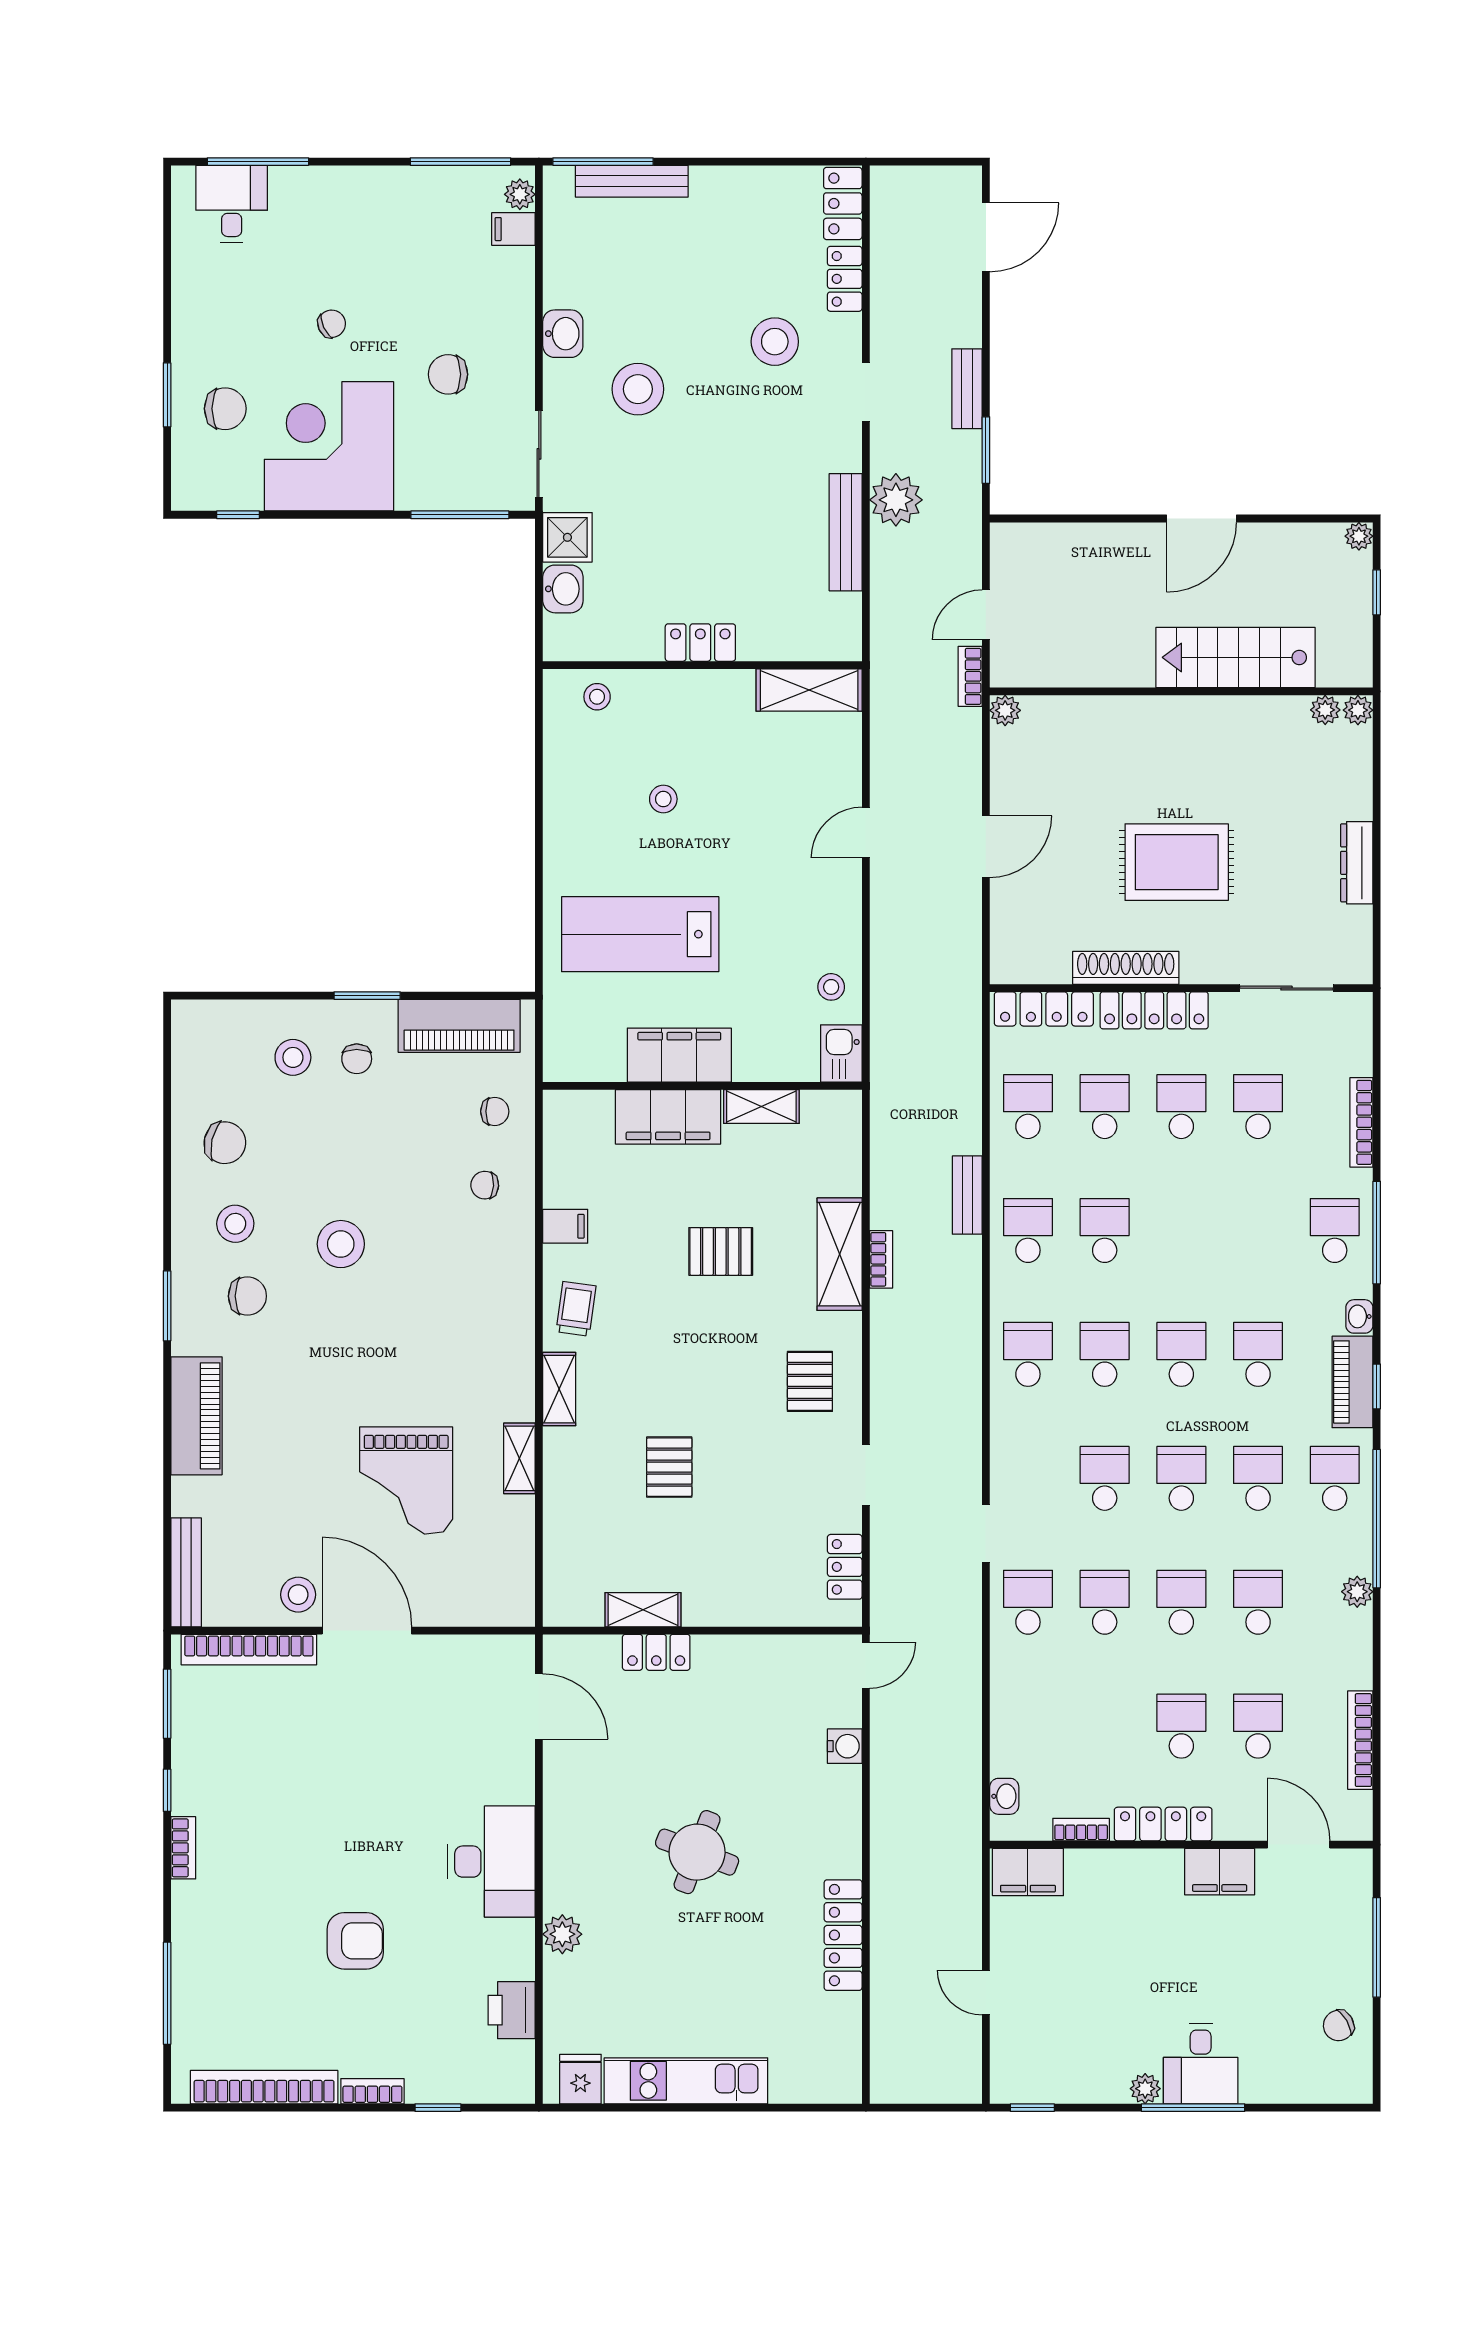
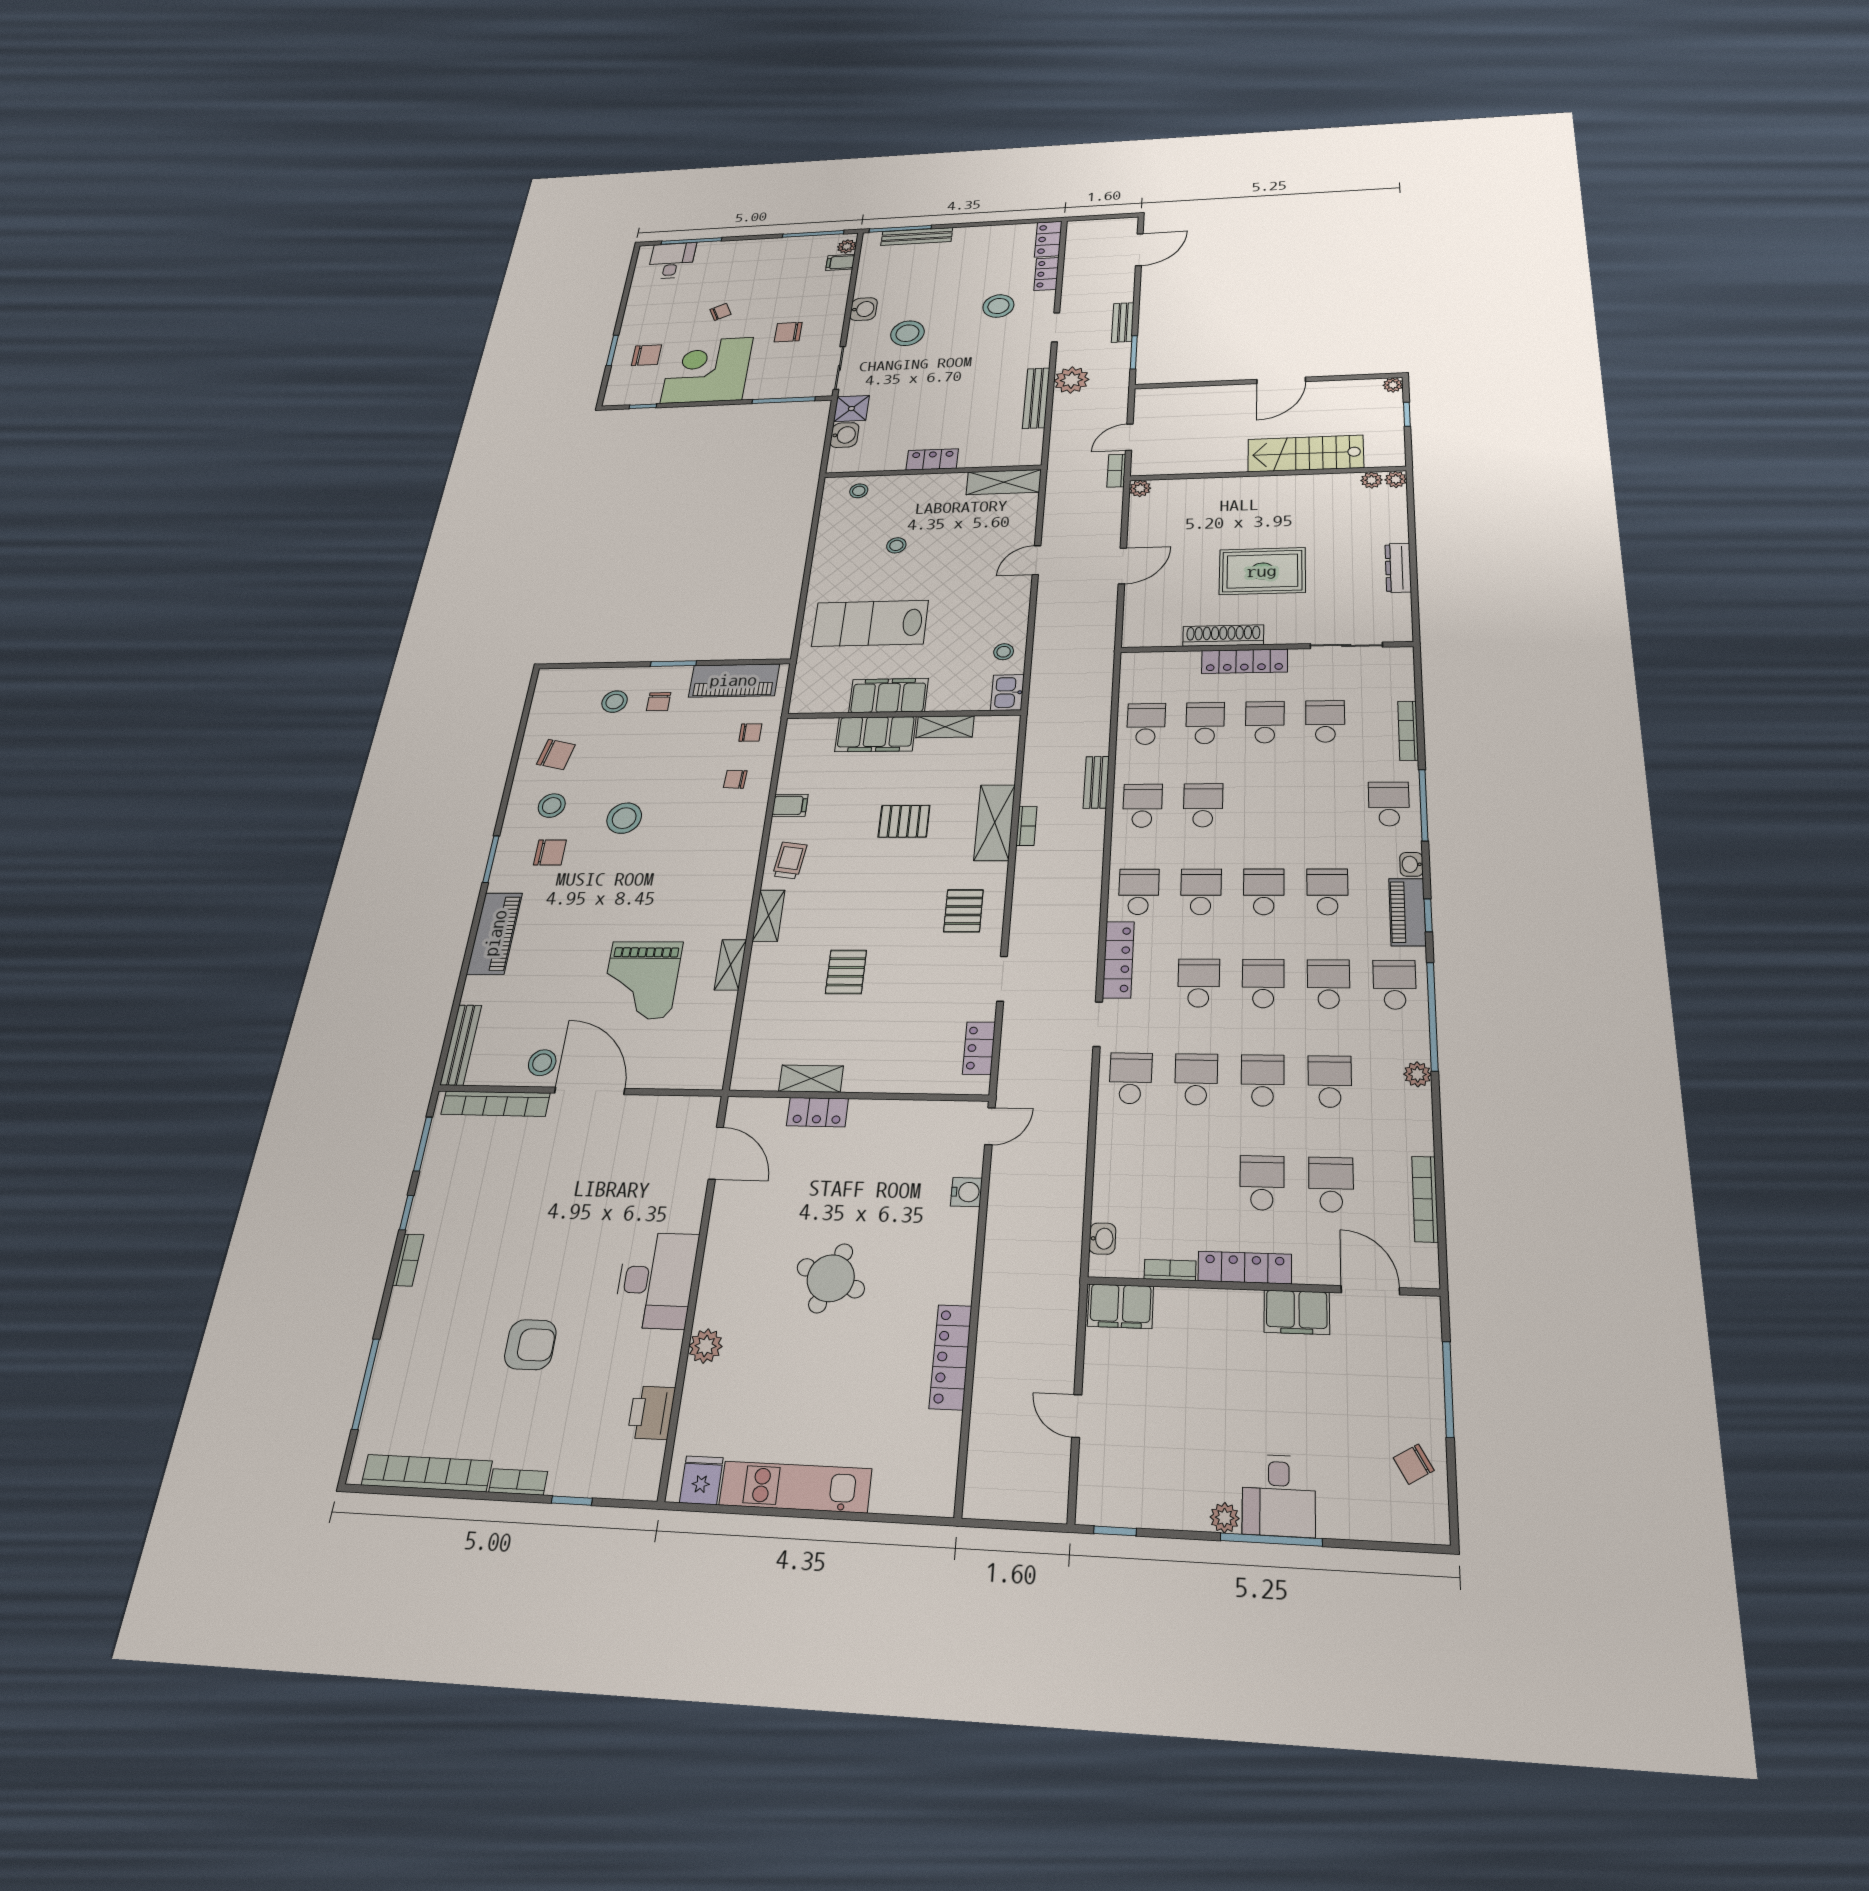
locker: (1044, 1009) -> (1118, 960), moved, turned -90

